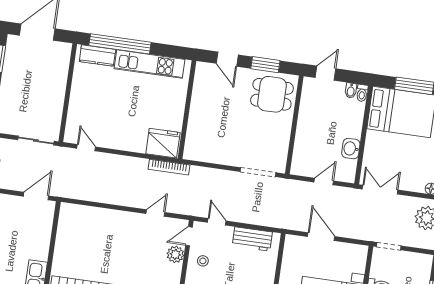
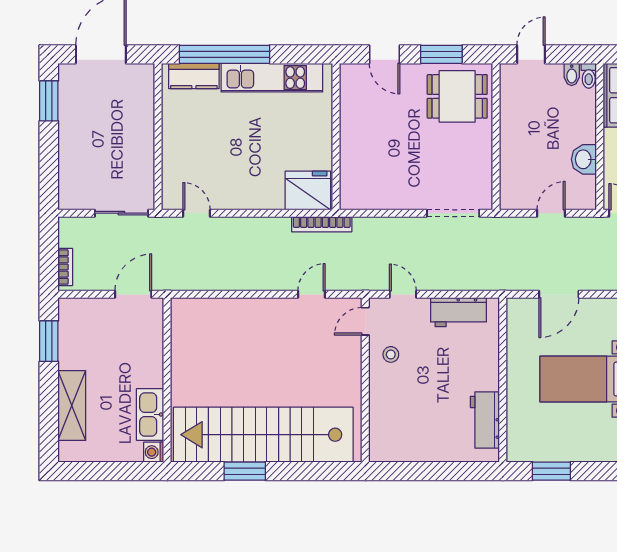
door: (321, 237) -> (559, 294), swing flipped
plant: (175, 254) -> (349, 351), removed

